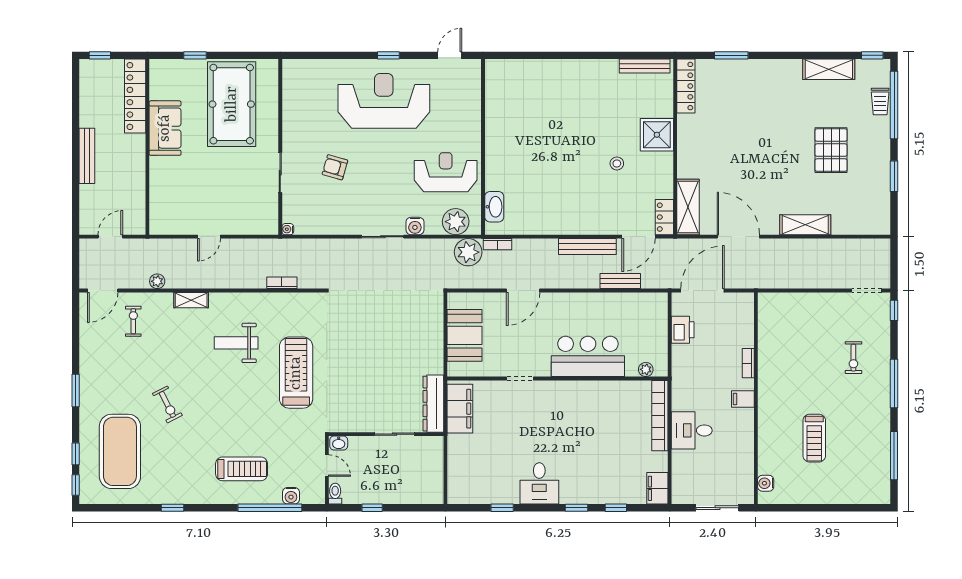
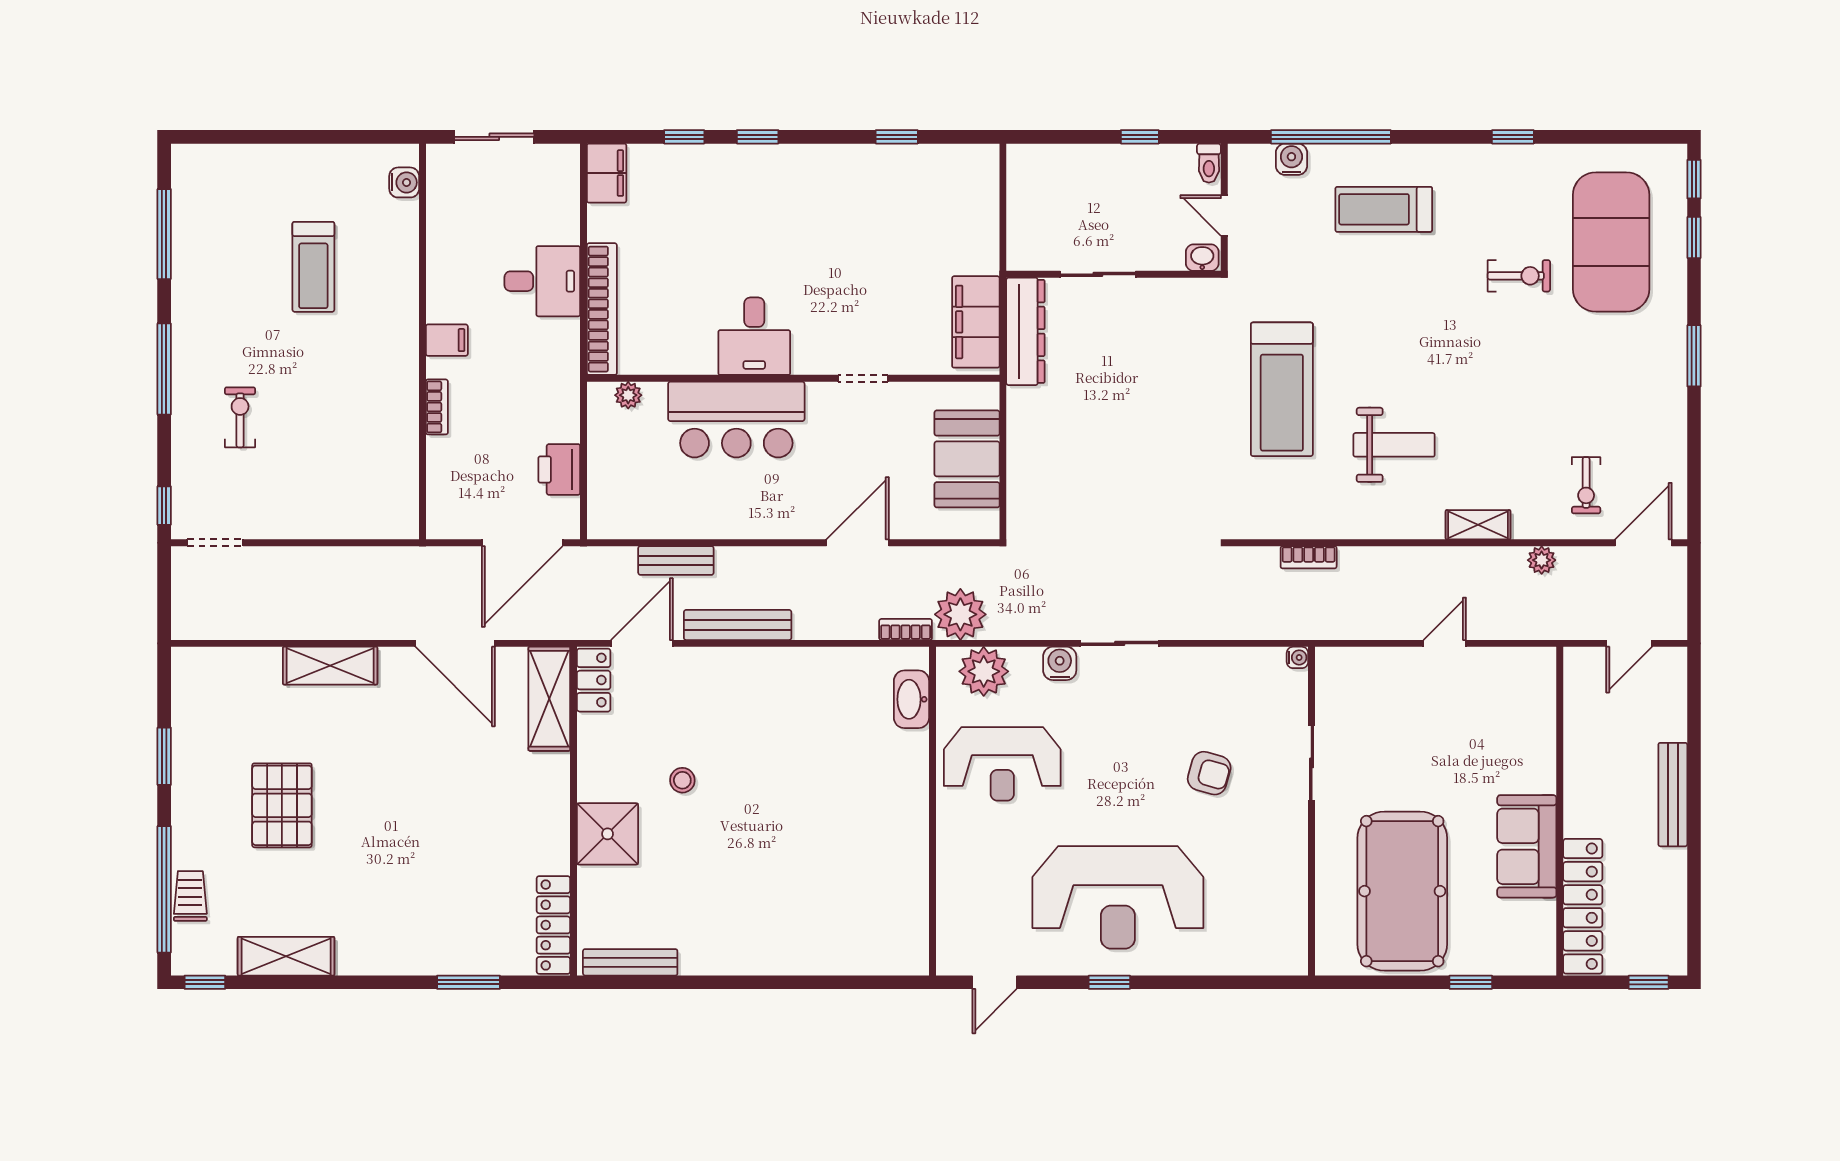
exercise bike: (167, 404) -> (1519, 276), moved, turned 117
treadmill: (814, 438) -> (313, 267), turned 180
desk: (539, 483) -> (754, 336), moved, turned 180

